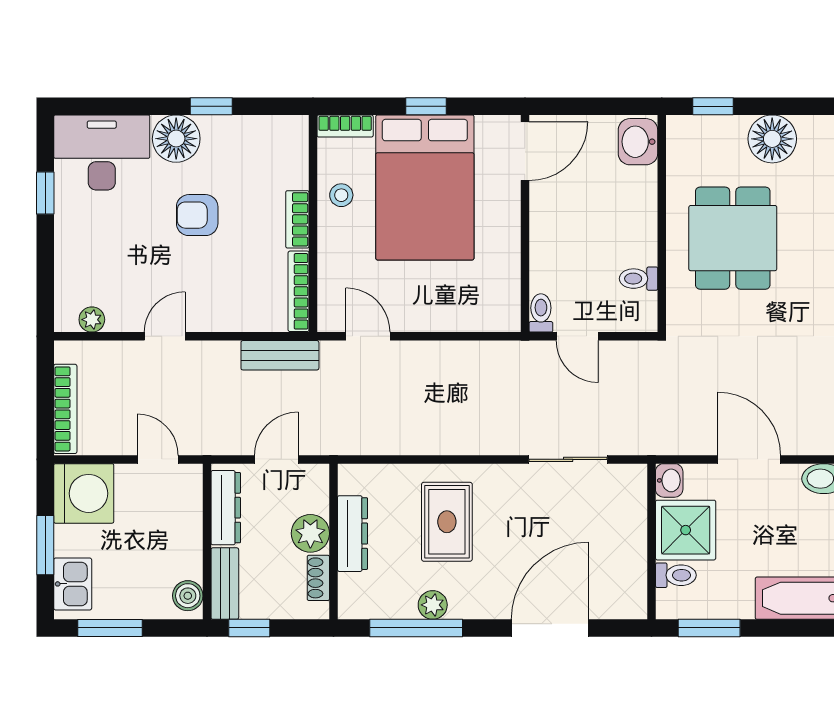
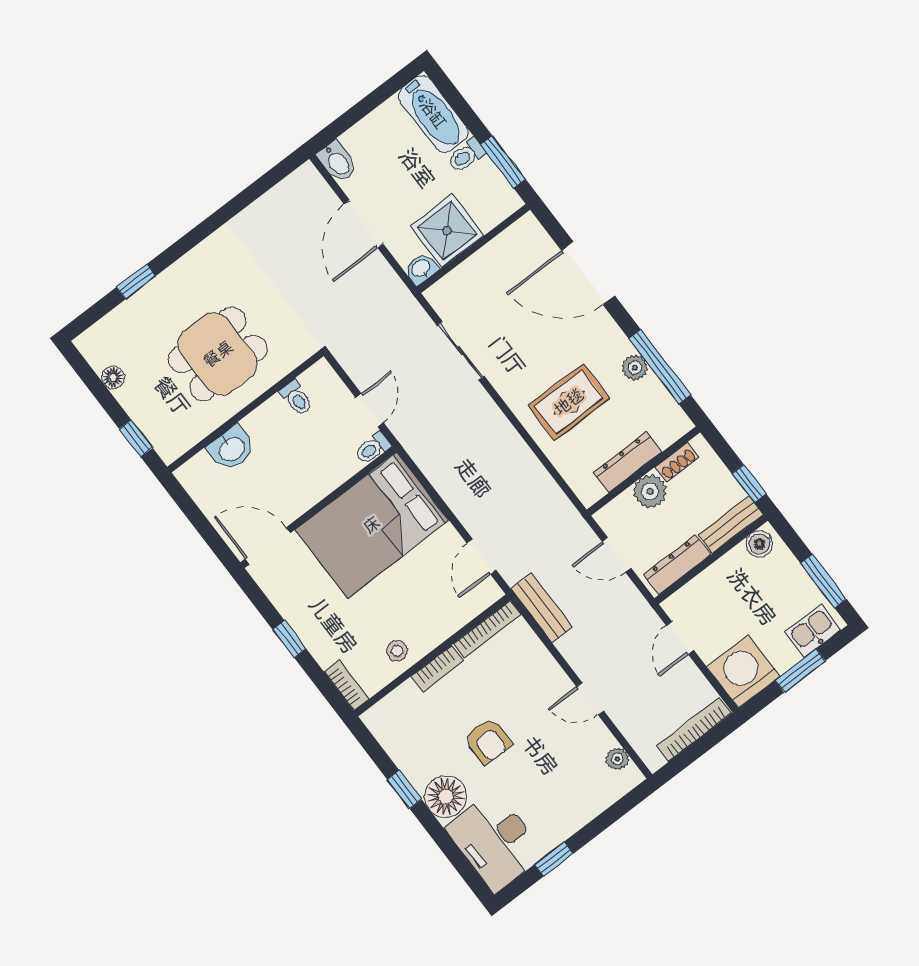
floor lamp: (772, 139) -> (113, 377), width x0.53, depth x0.53
washbasin: (638, 142) -> (231, 448), moved
bed: (425, 187) -> (372, 525), moved, turned 180
toilet: (676, 575) -> (466, 156), moved, turned -90

